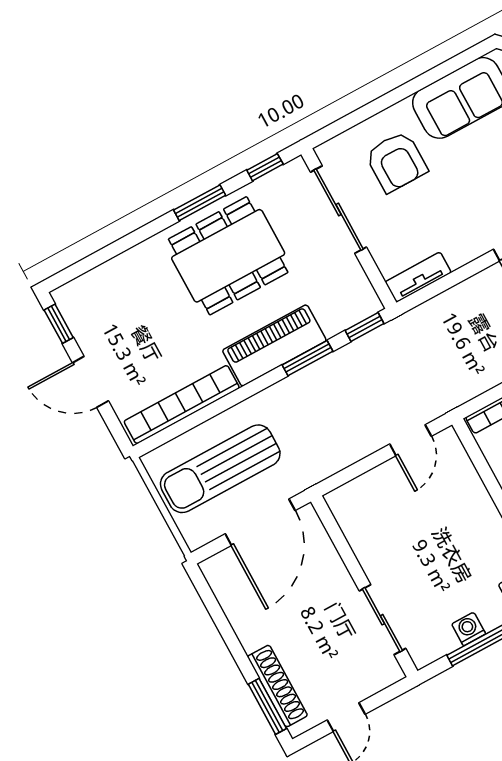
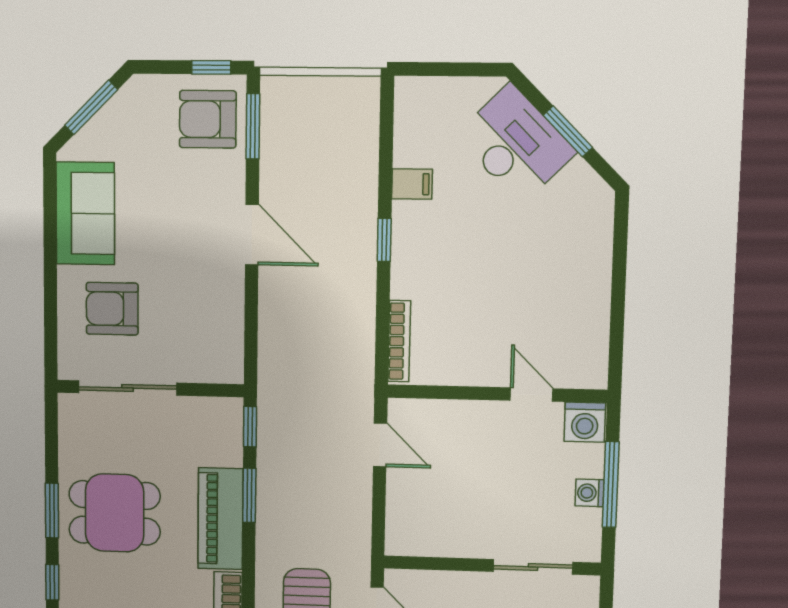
armchair: (396, 162) -> (112, 309), turned 180
window: (265, 167) -> (52, 582), moved
dining table: (228, 256) -> (115, 513), width x0.73
tv unit: (418, 277) -> (231, 350), removed

